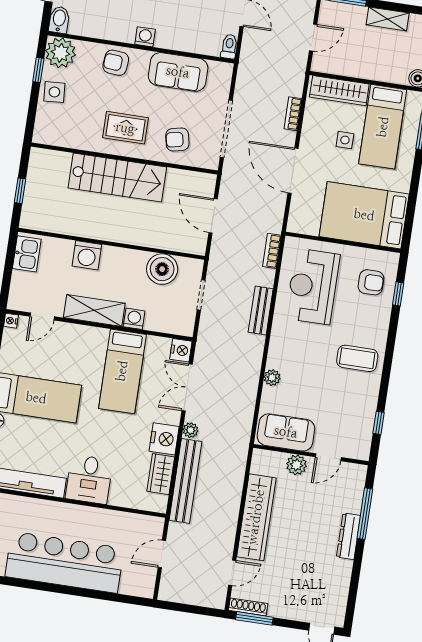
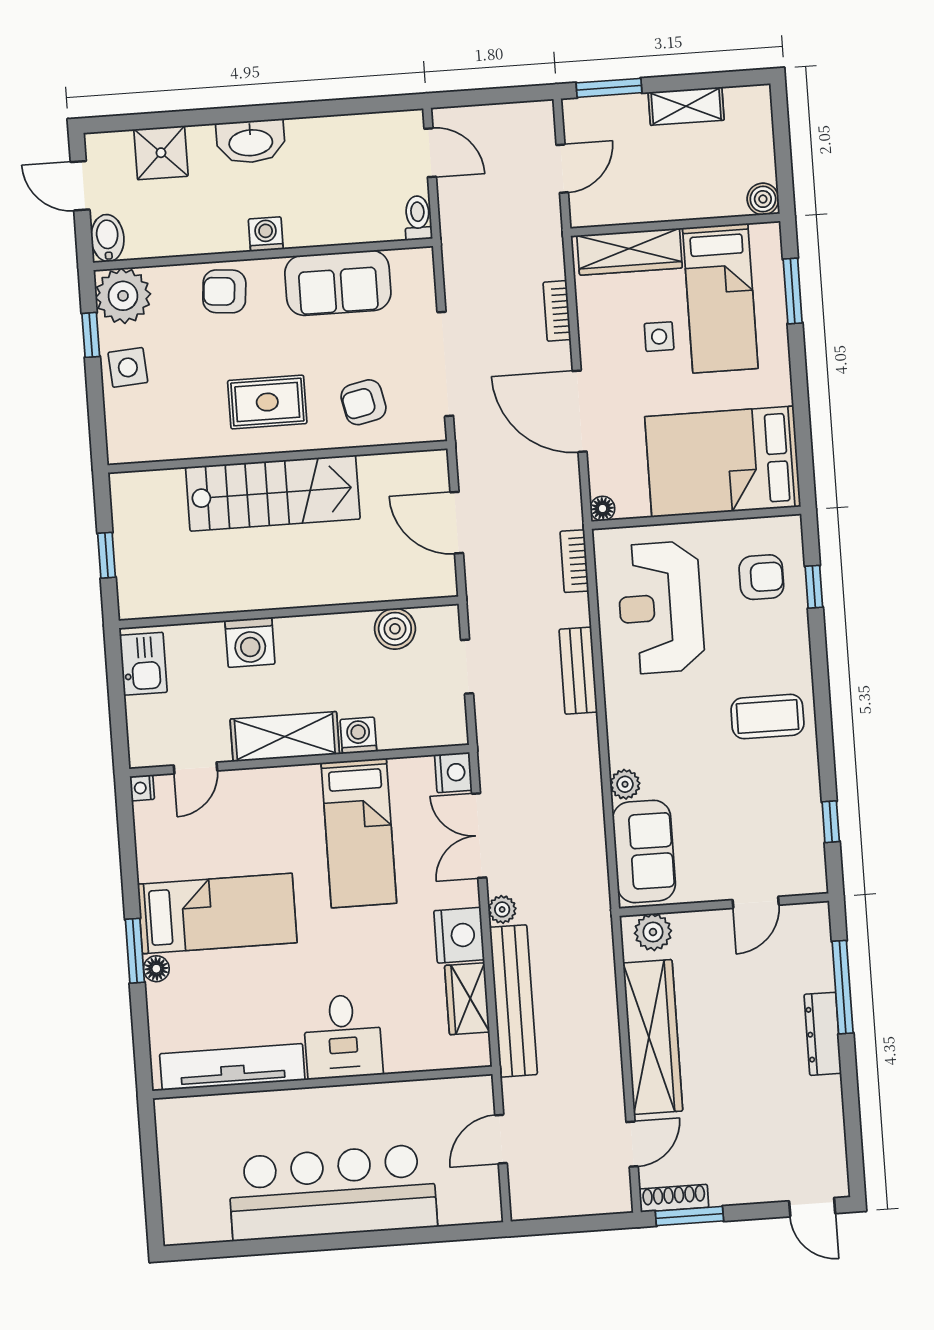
floor lamp: (293, 226) -> (602, 508), added
boiler: (162, 269) -> (395, 629), width x0.73, depth x0.73
sofa: (286, 432) -> (644, 851), moved, turned 90
plant: (296, 465) -> (653, 932), moved

